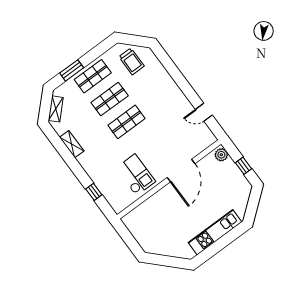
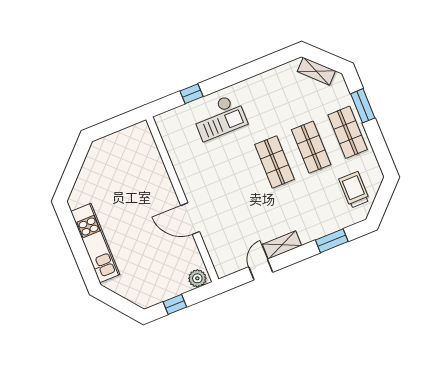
trolley: (132, 61) -> (354, 190), turned 90
window: (171, 68) -> (332, 241), added
shelving: (72, 144) -> (282, 245), moved
door: (181, 171) -> (190, 219), width x0.73
checkout: (136, 175) -> (219, 117), moved

